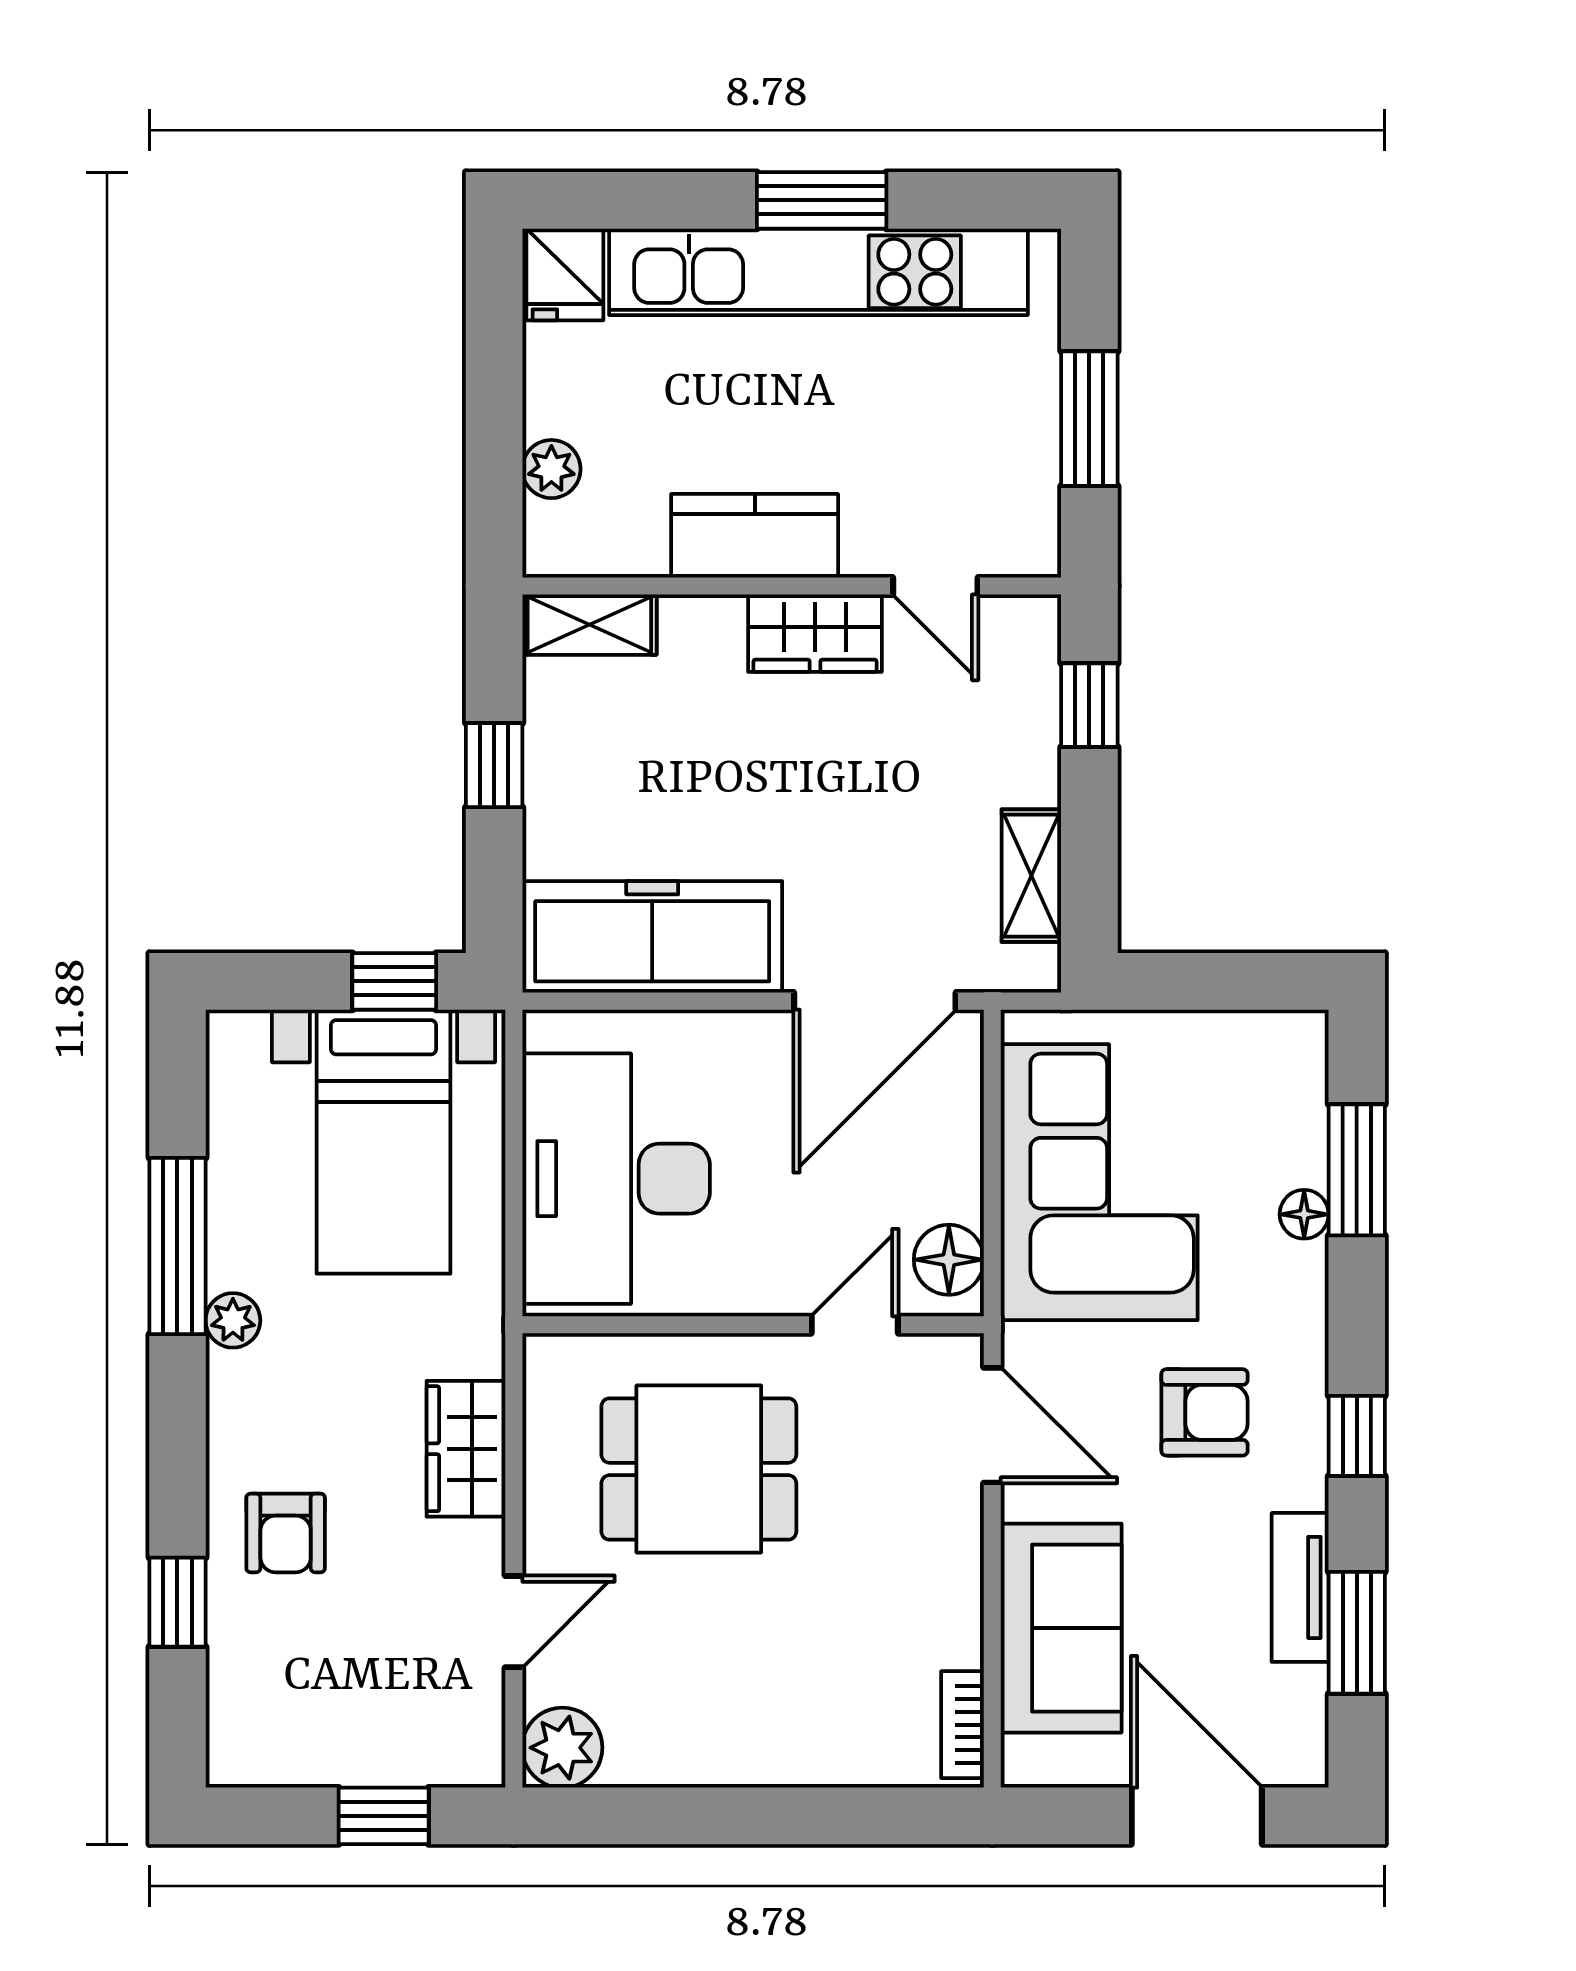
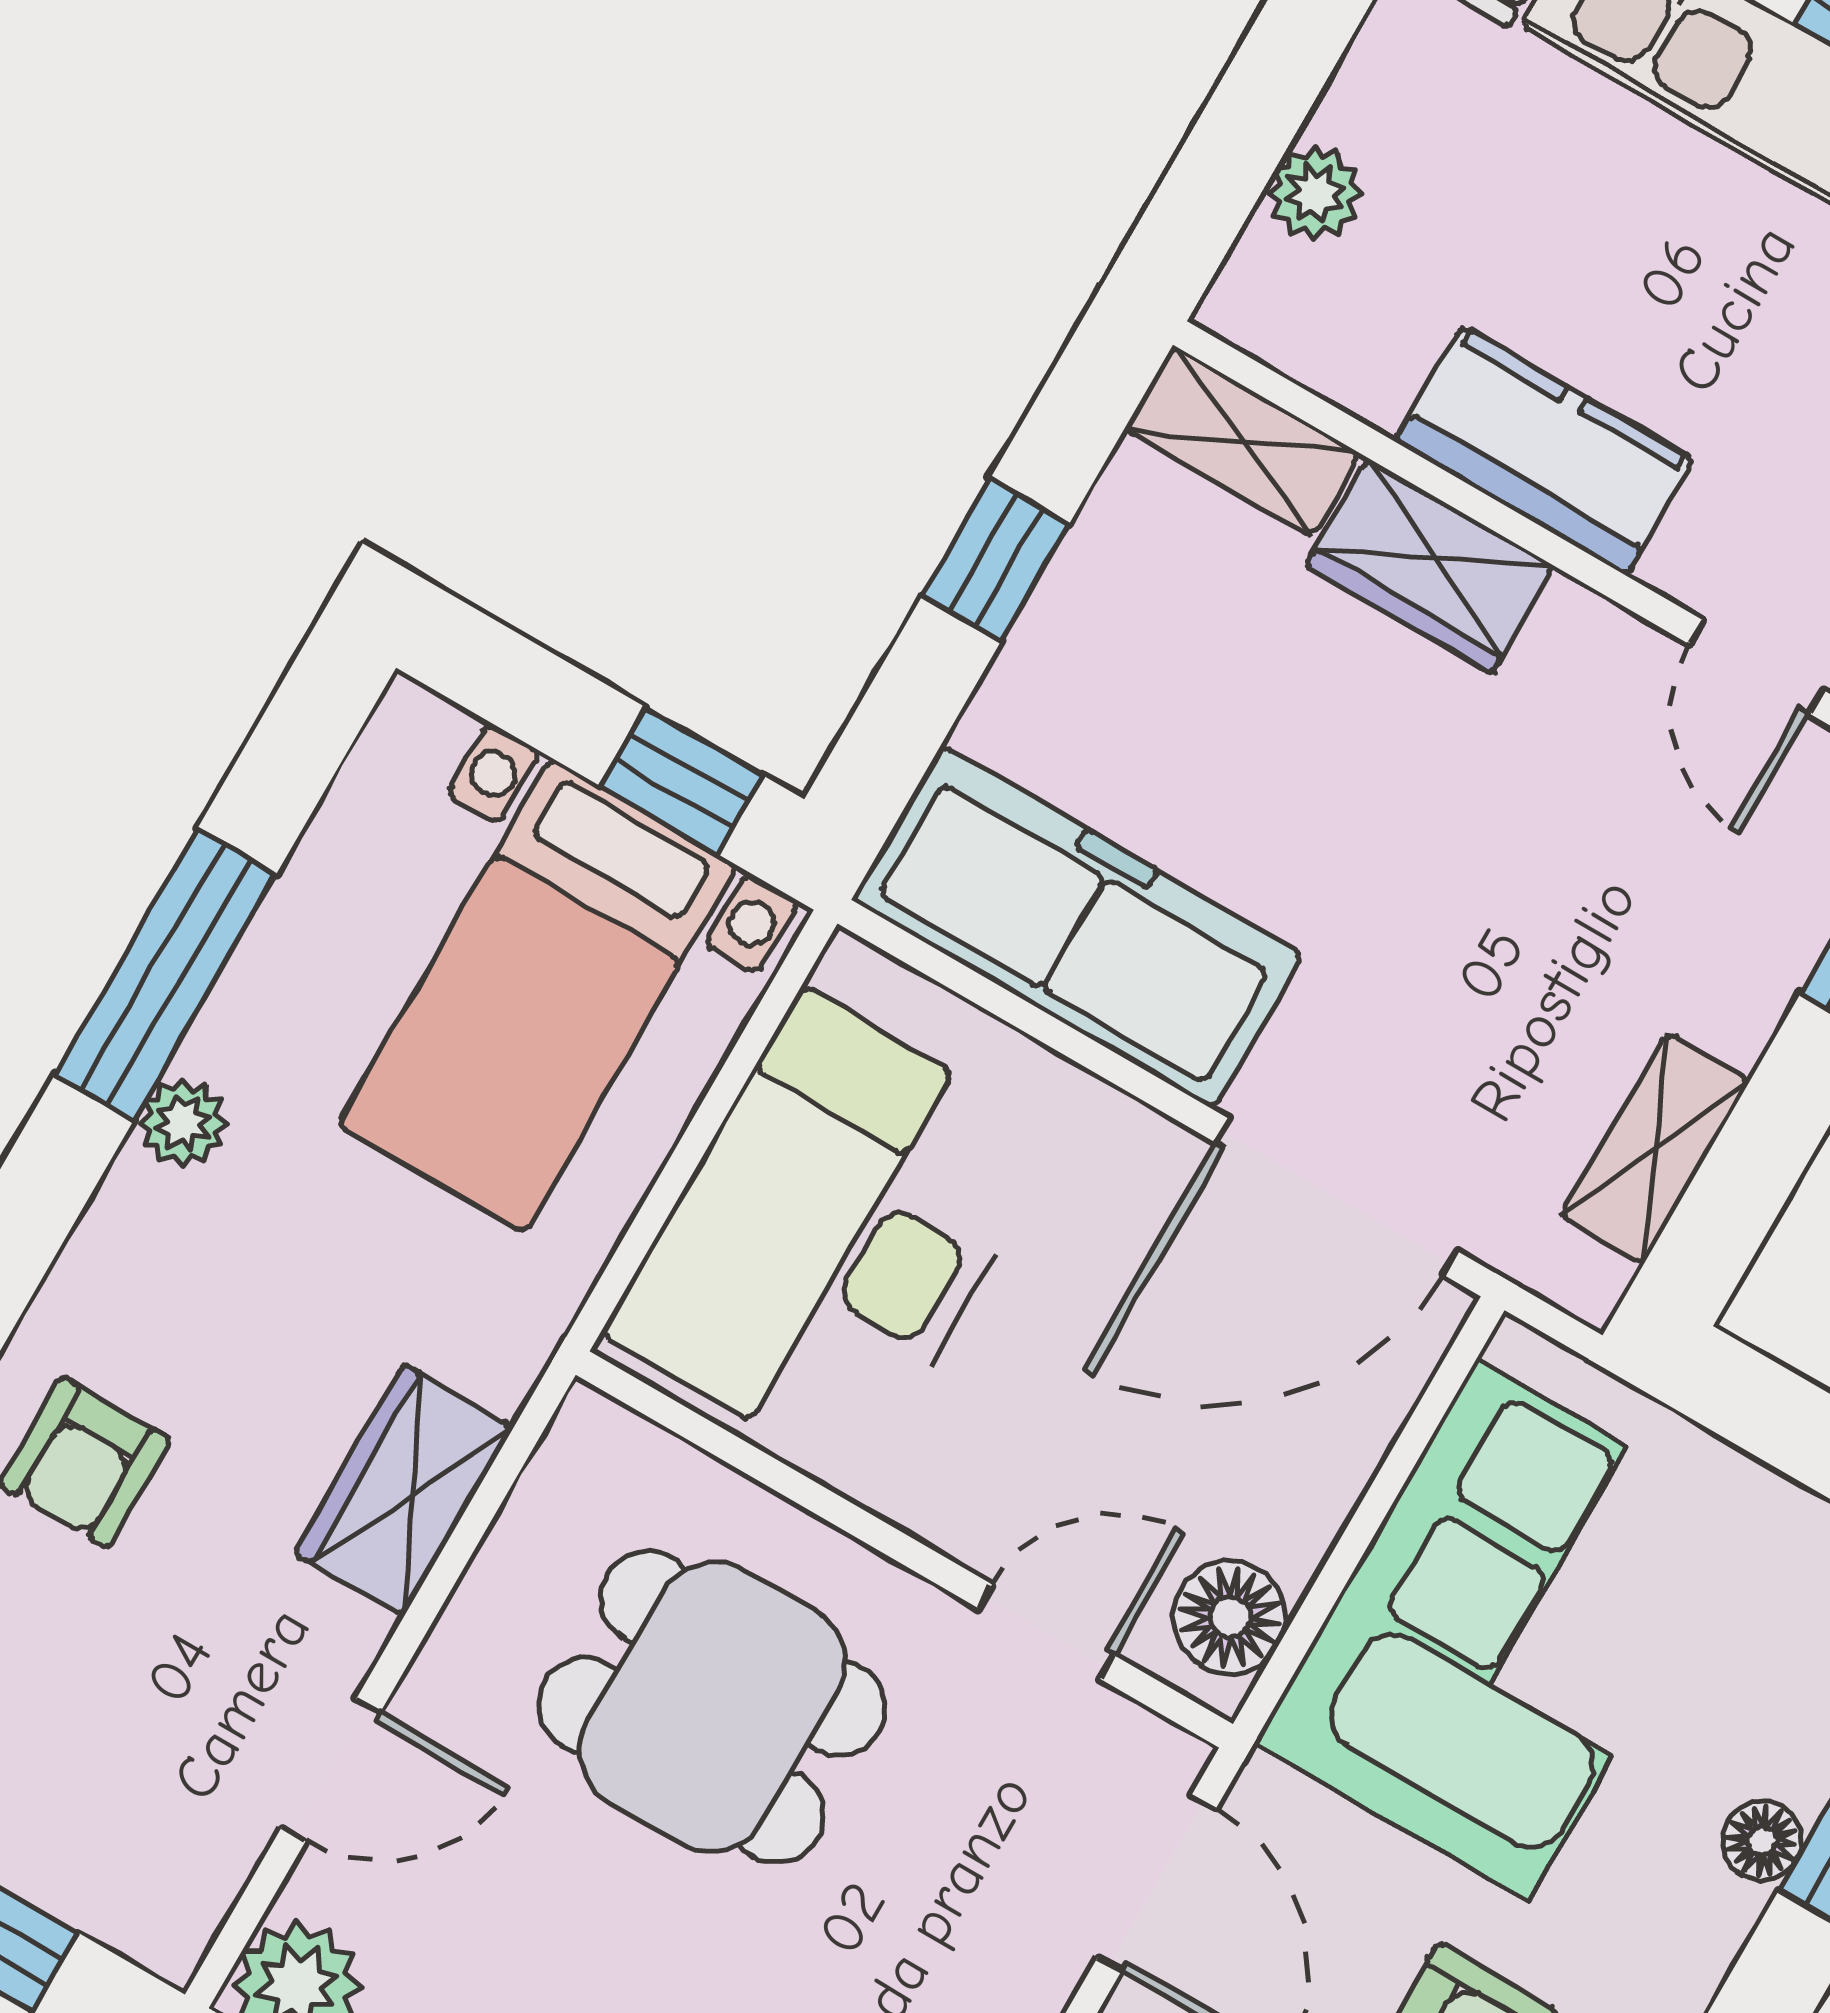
wardrobe: (815, 633) -> (1430, 566), moved

